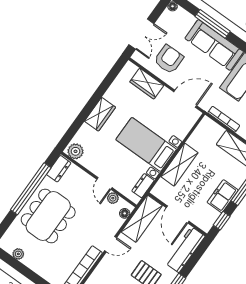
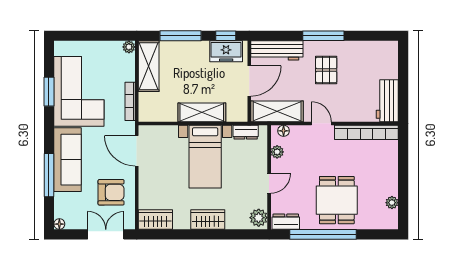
armchair: (169, 59) -> (111, 192), turned 180
wardrobe: (147, 84) -> (155, 220), moved, turned -90
door: (104, 183) -> (269, 183), moved
freezer: (223, 196) -> (226, 51), moved
dining table: (48, 216) -> (337, 200), width x0.73

